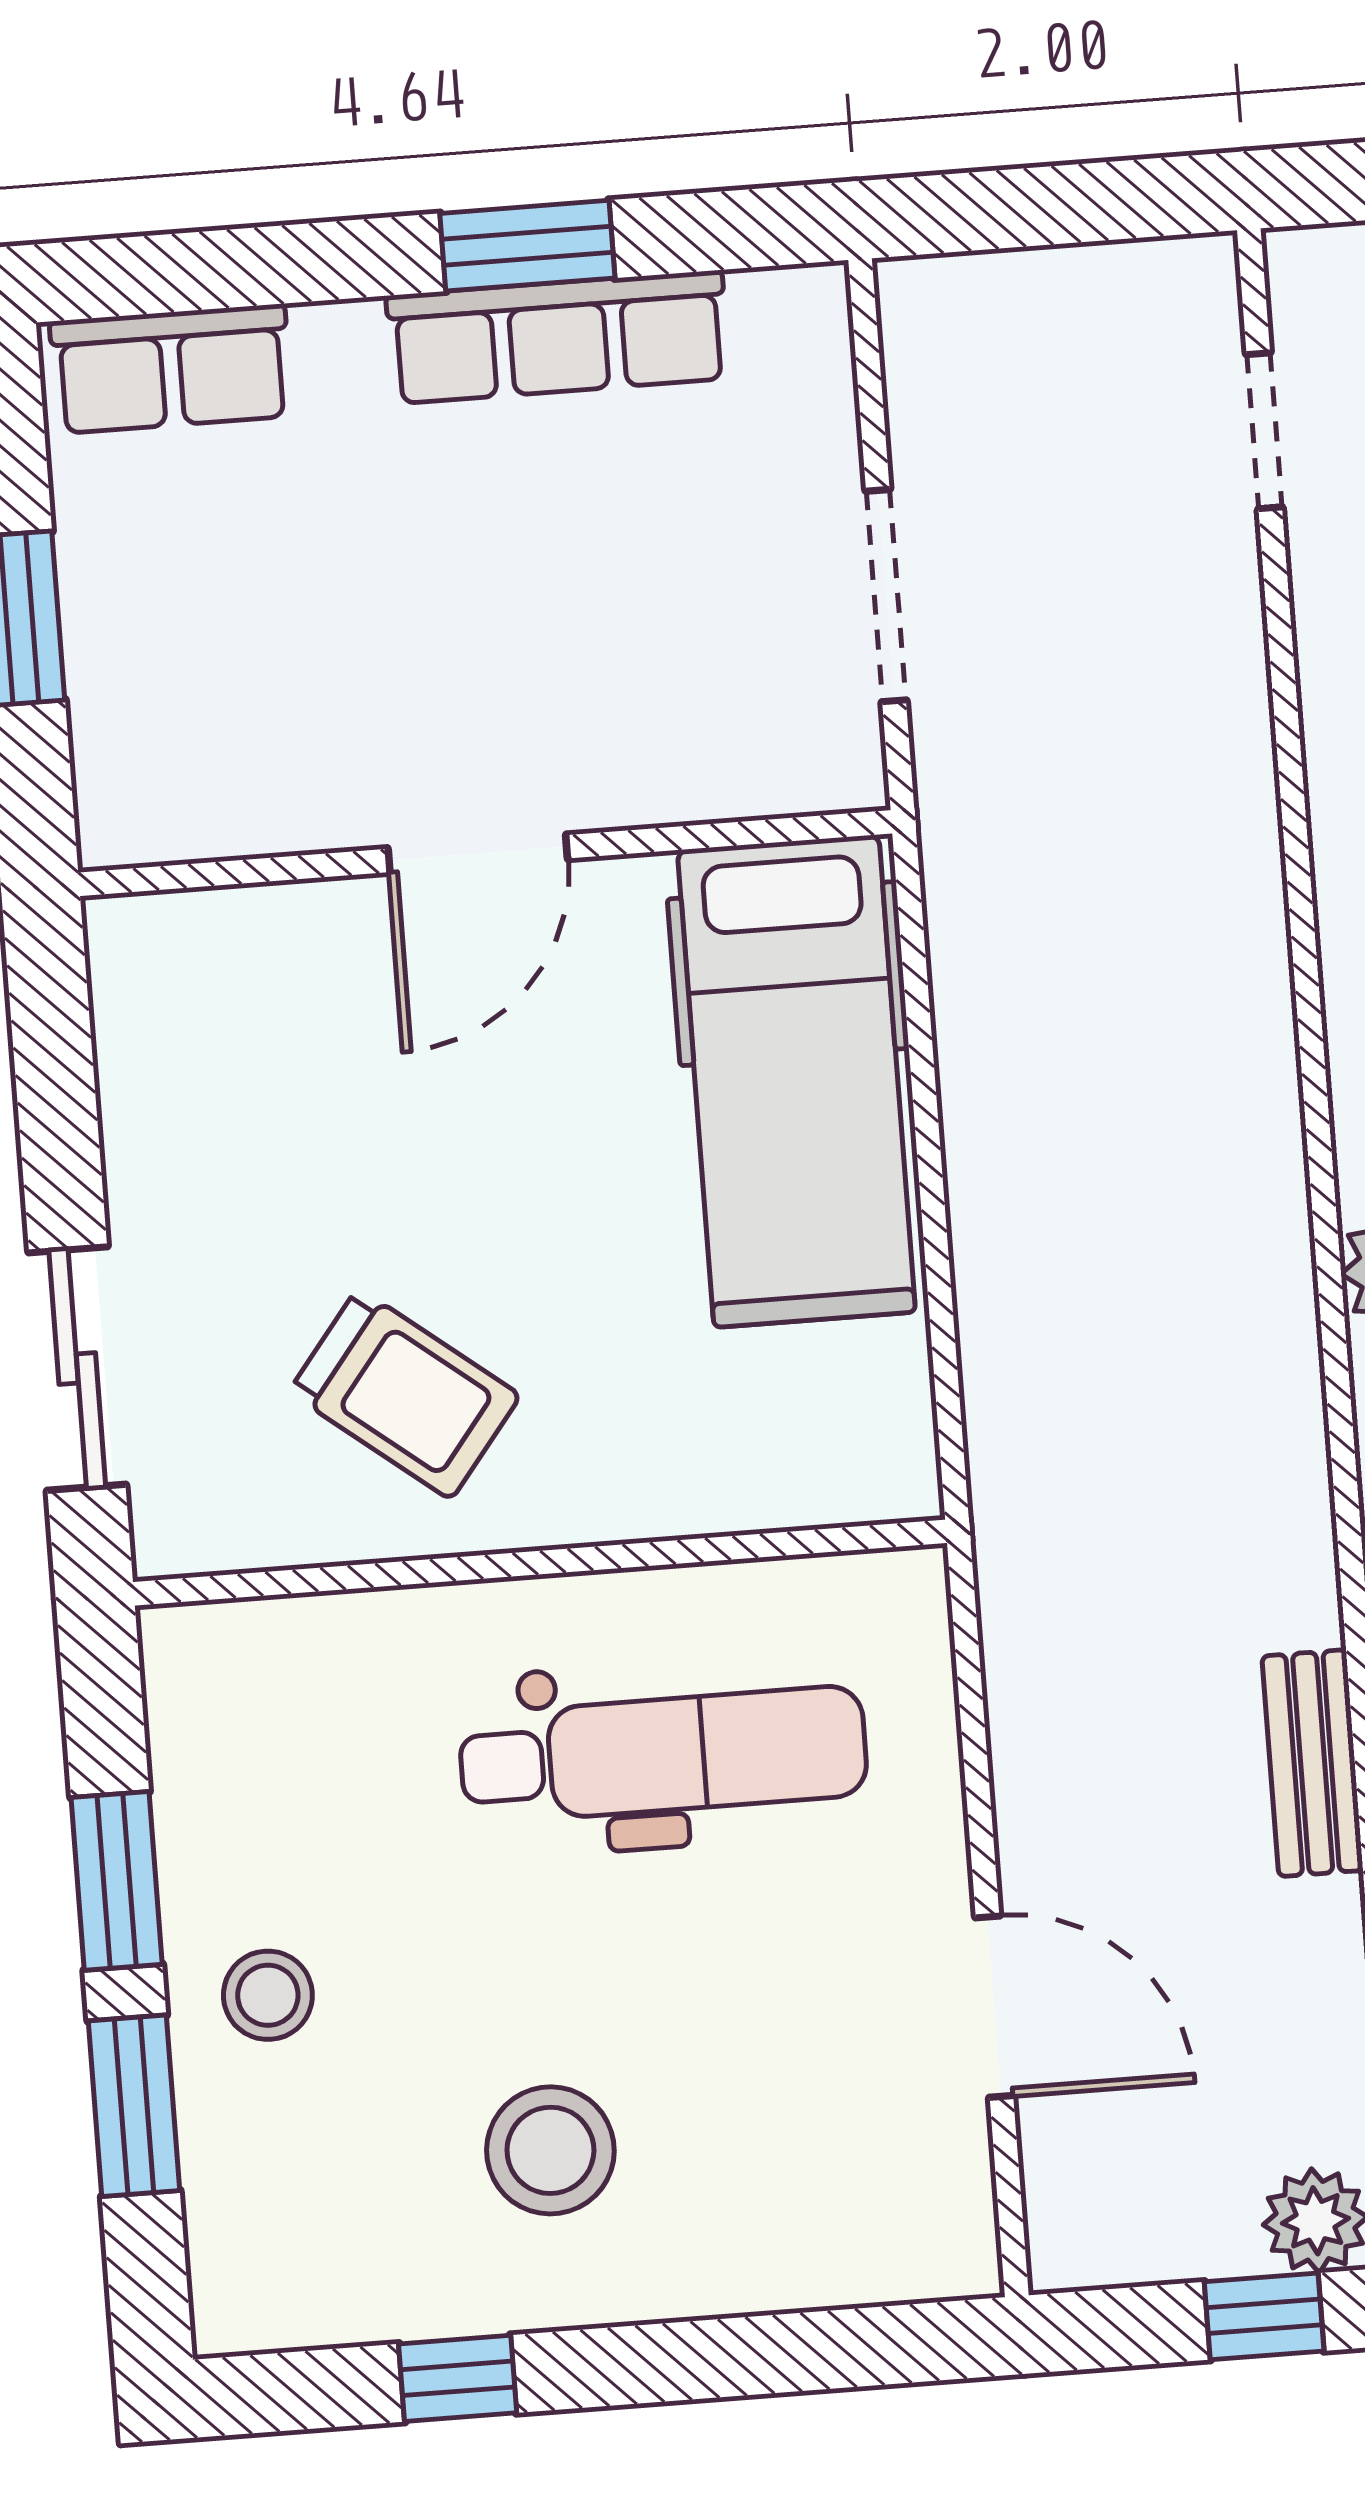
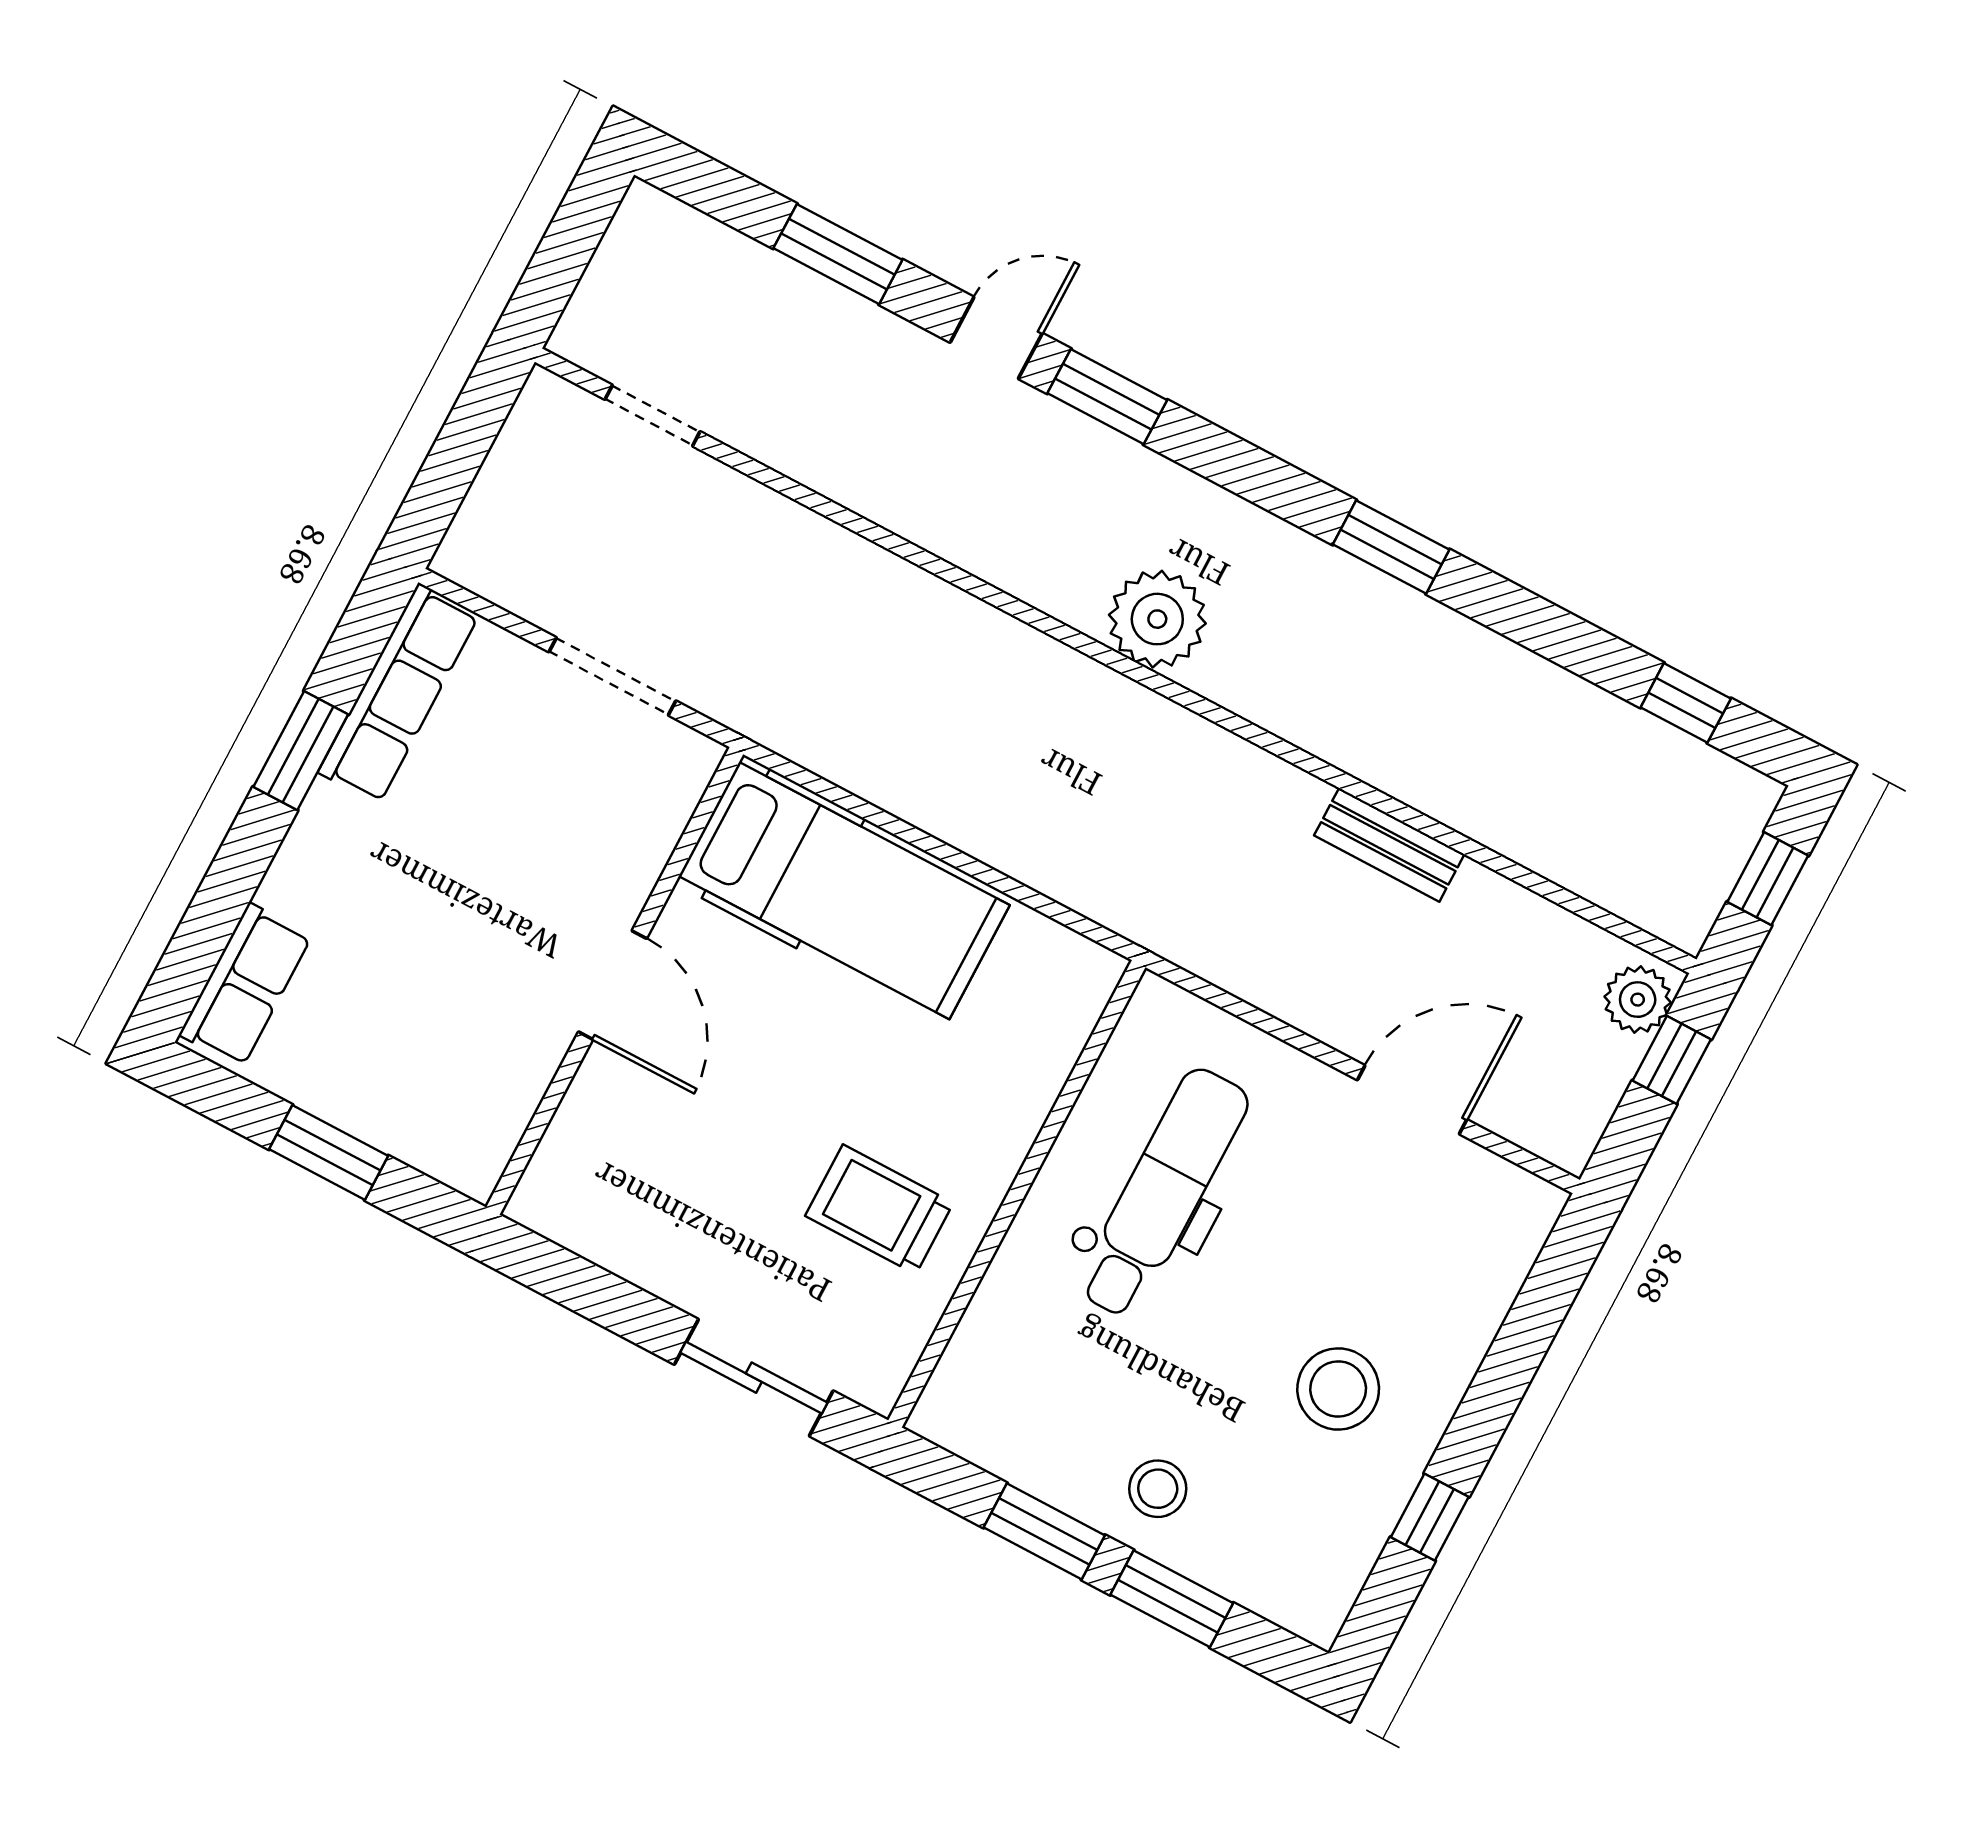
row of seats: (558, 337) -> (399, 694), moved
trolley: (405, 1394) -> (879, 1209), turned -128

